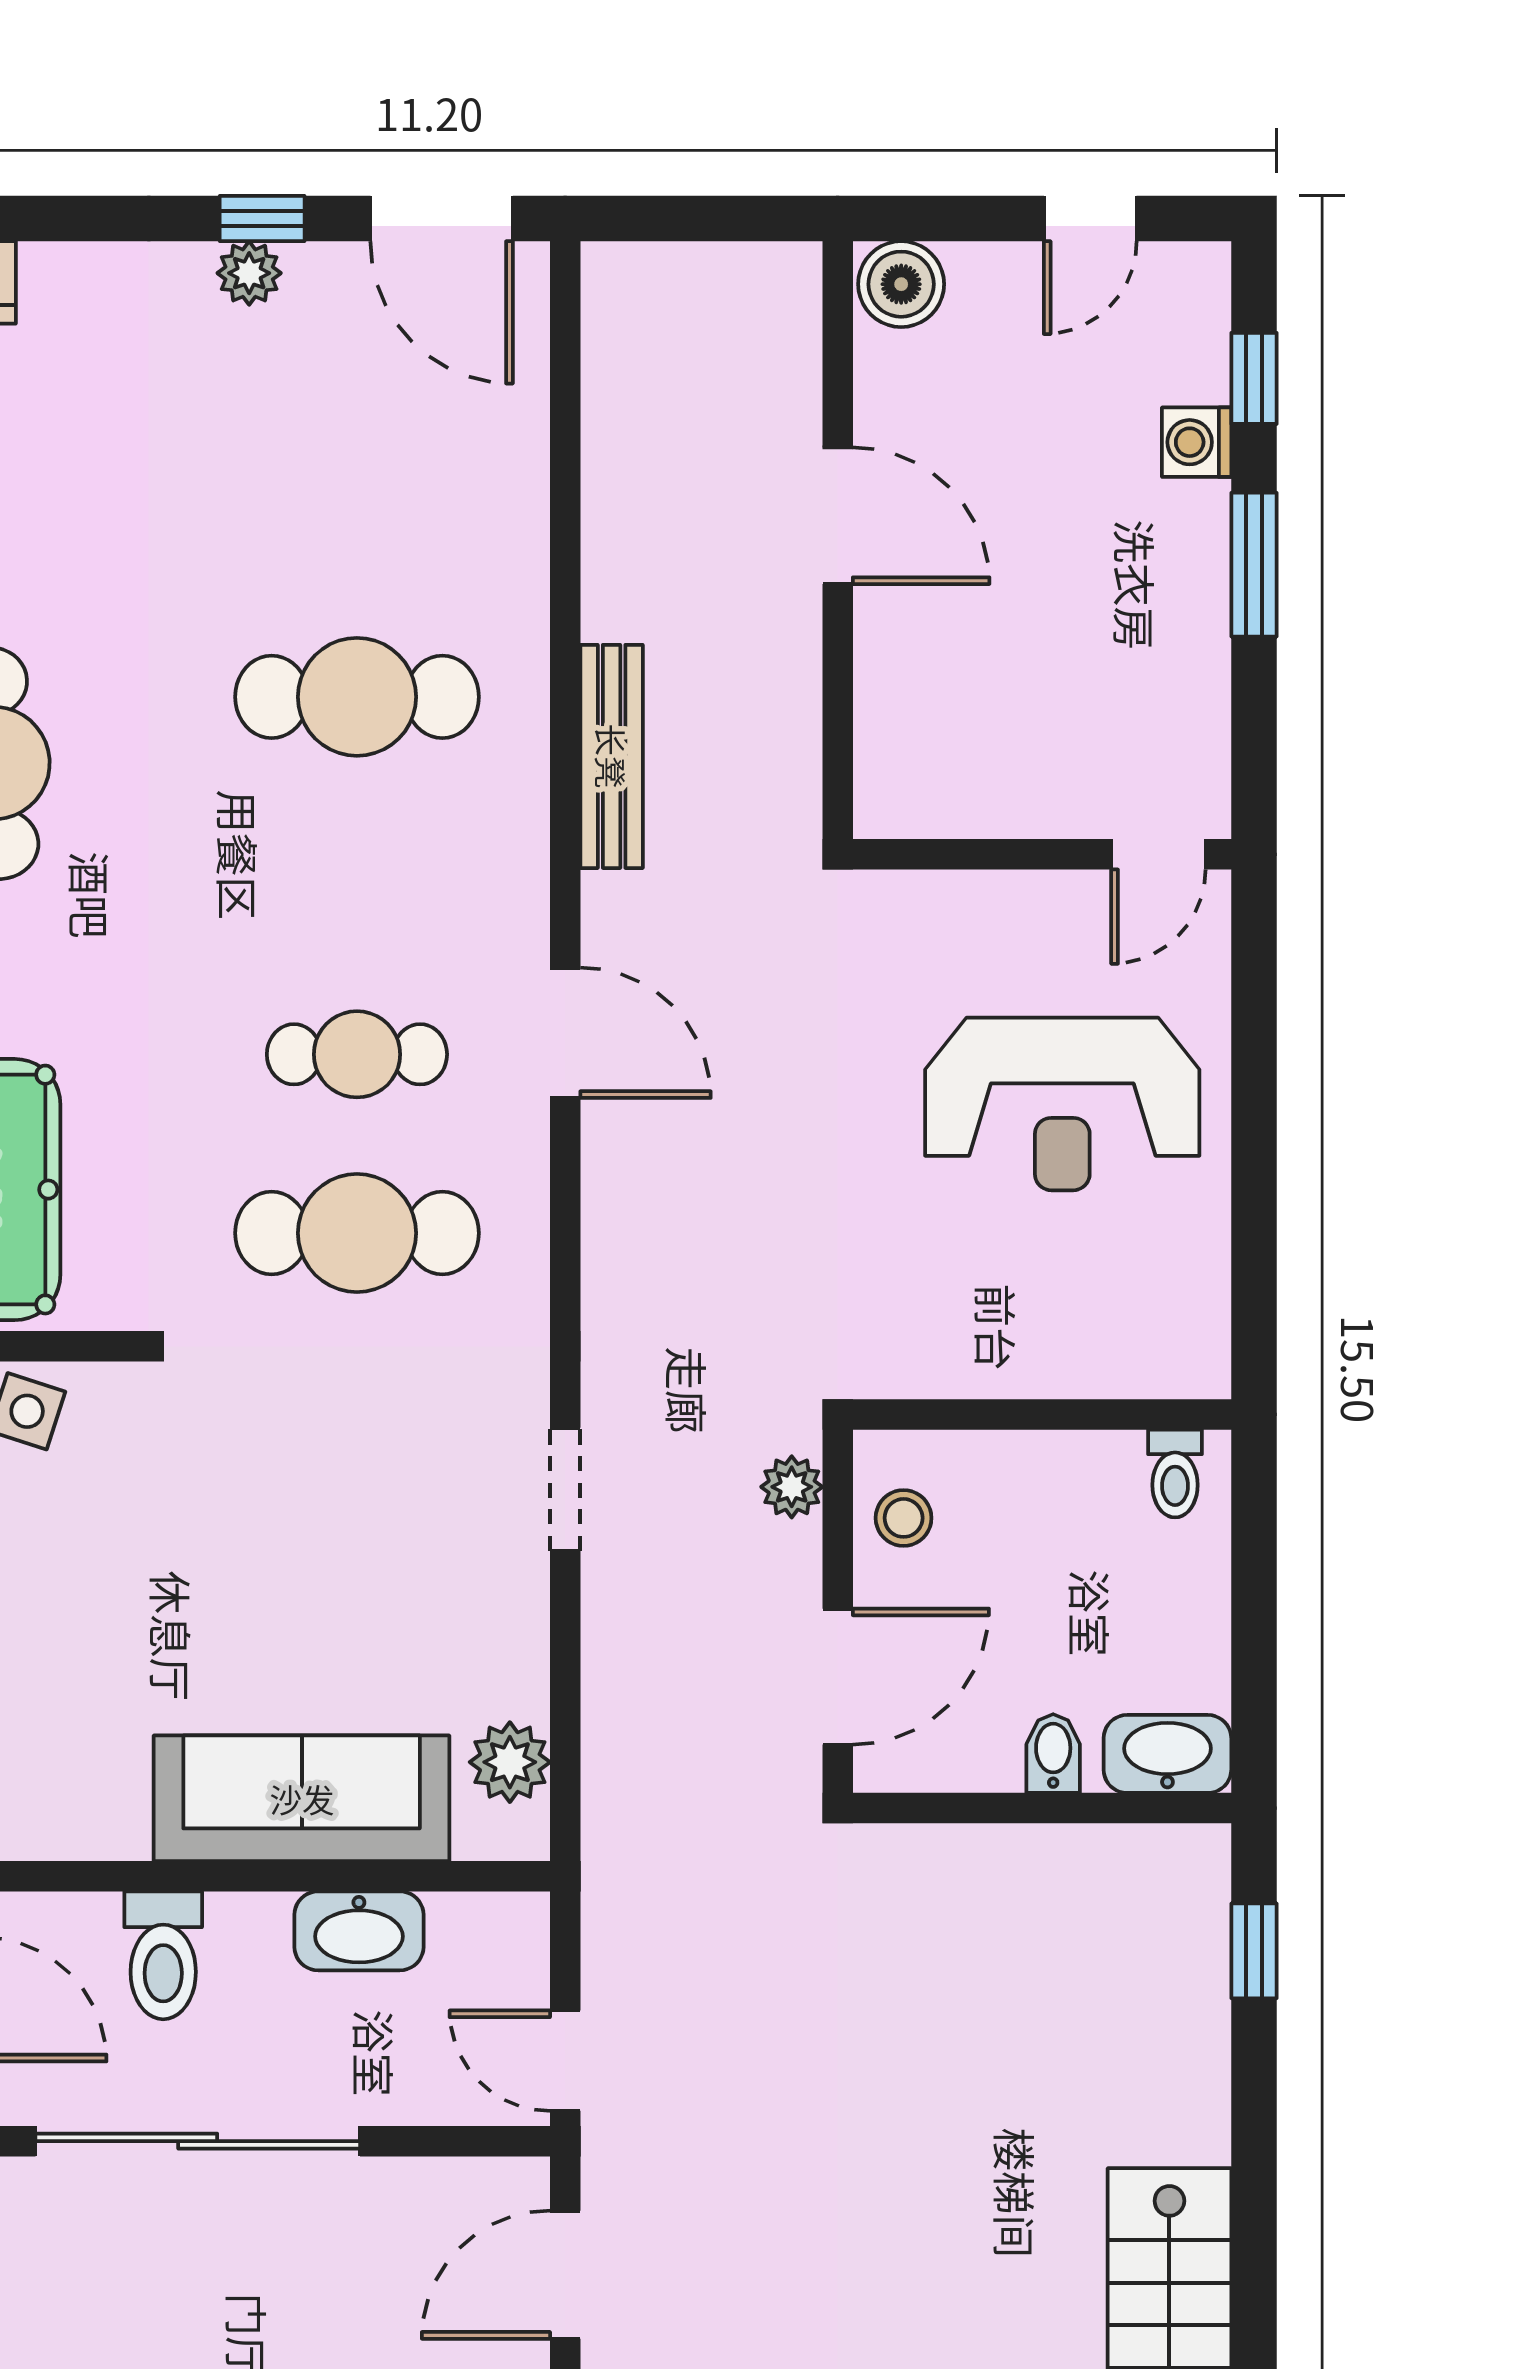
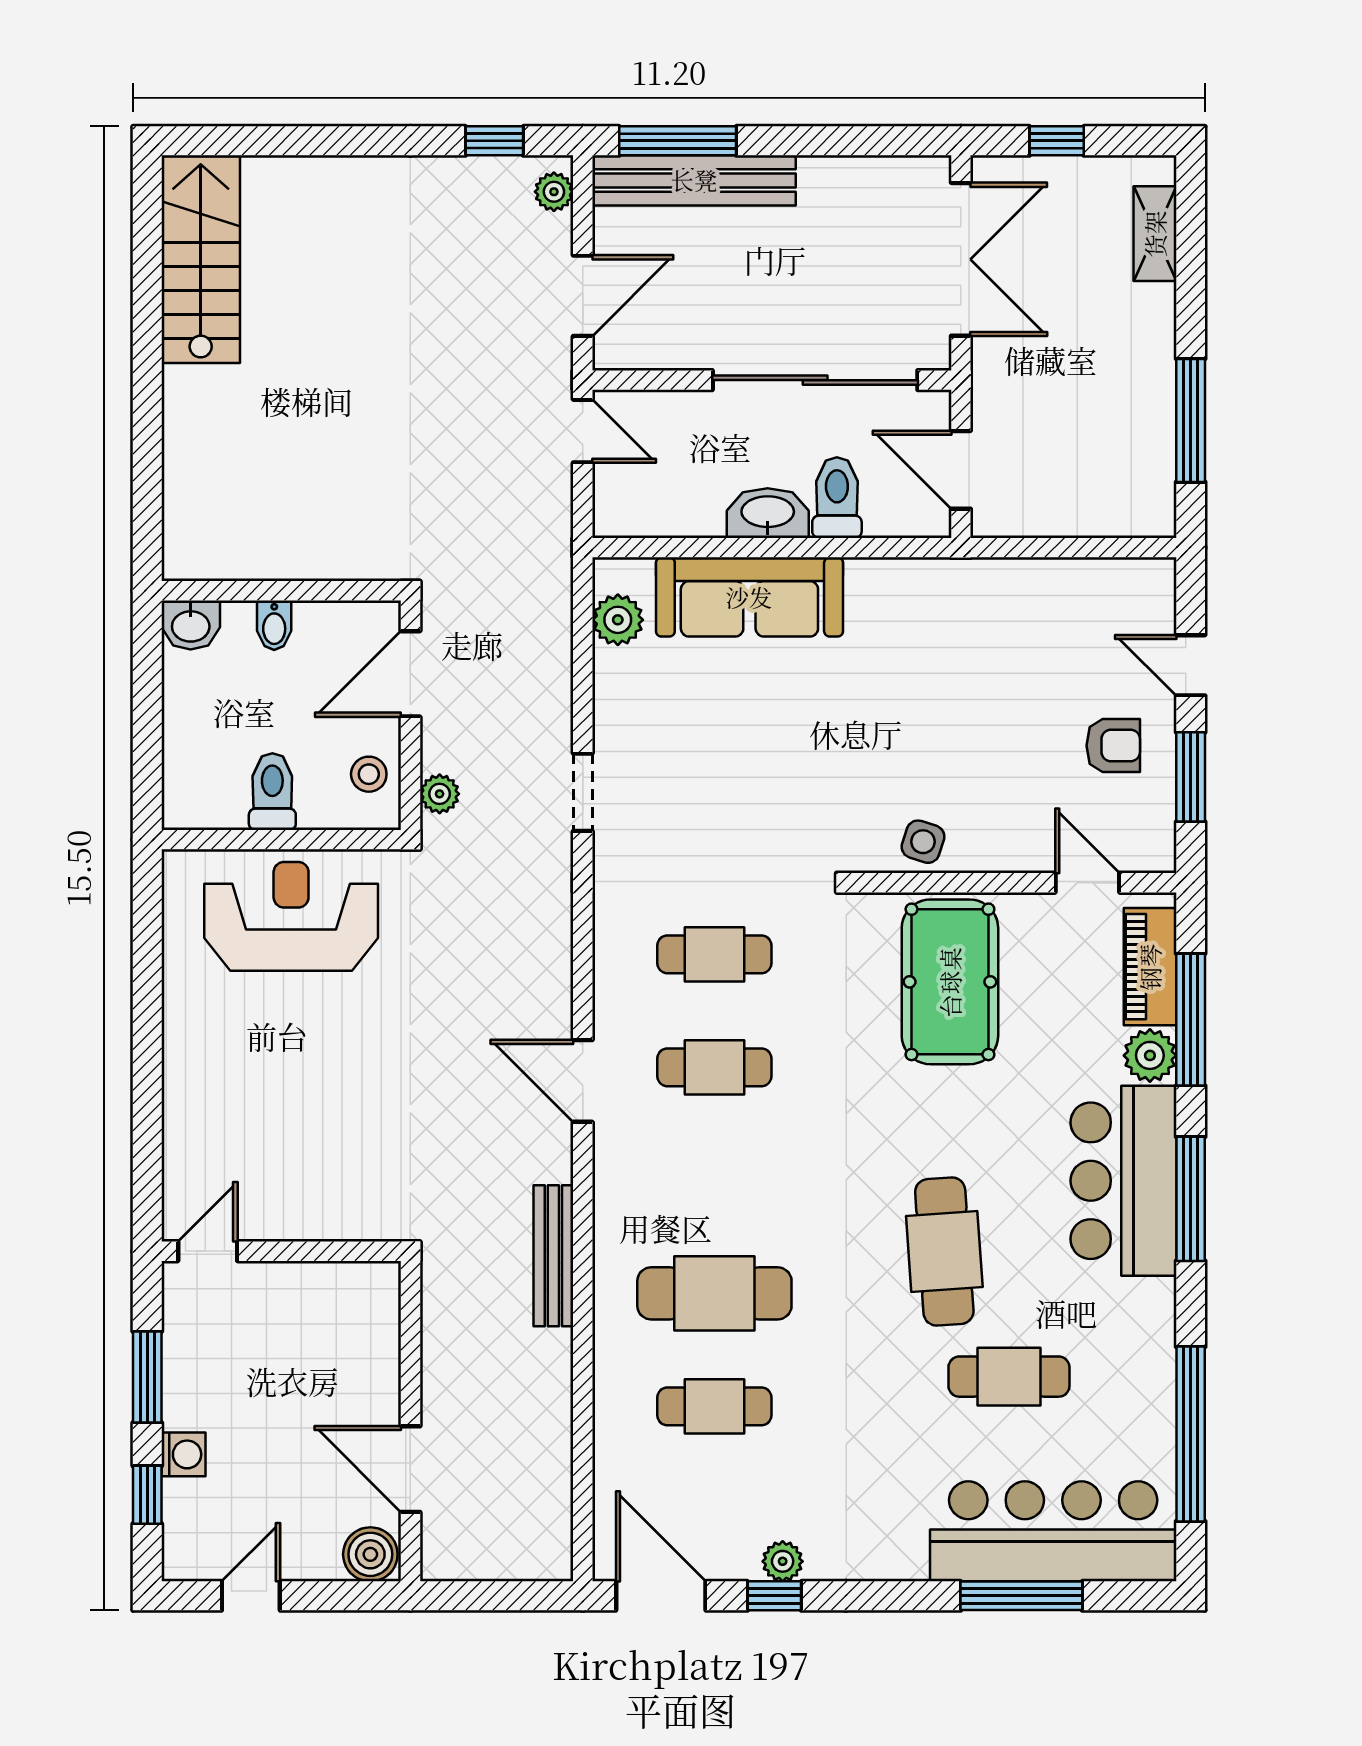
door: (838, 516) -> (410, 1469), moved
cafe table: (357, 518) -> (714, 1406), added
wall: (1042, 854) -> (281, 1251), moved
door: (1158, 854) -> (208, 1251), moved
reception desk: (1062, 1104) -> (291, 916), moved
cafe table: (357, 1233) -> (714, 954), width x0.73, depth x0.74
toilet: (1175, 1474) -> (272, 792), moved, width x1.37, depth x1.39
washbasin: (1167, 1754) -> (191, 625), width x0.72
washbasin: (359, 1931) -> (768, 513), moved
window: (1254, 1951) -> (147, 500), removed

